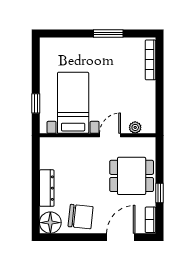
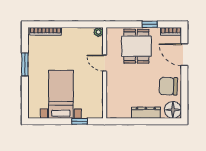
bed with nightstands: (73, 103) -> (61, 94), moved, turned 90
plant: (135, 127) -> (98, 32), moved
chair: (81, 217) -> (168, 86), turned -94

